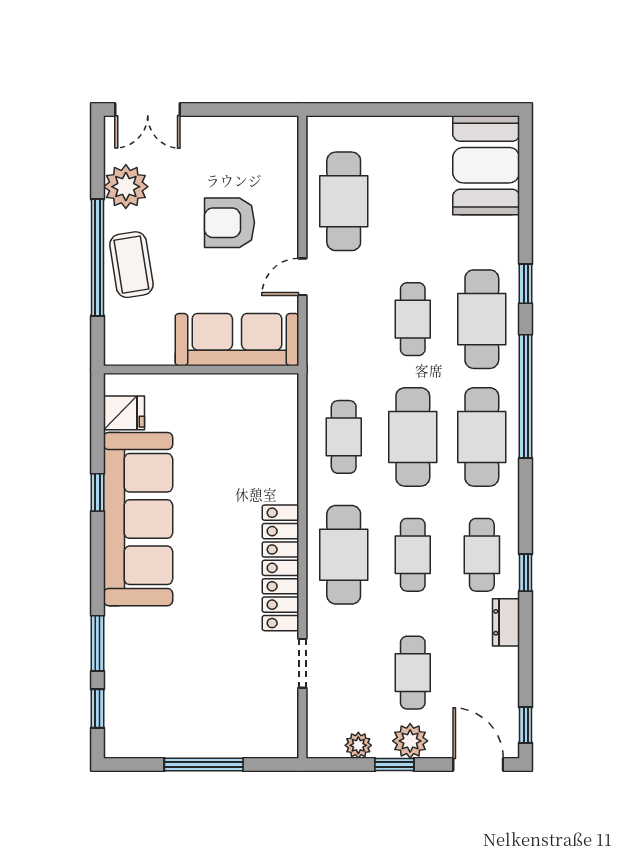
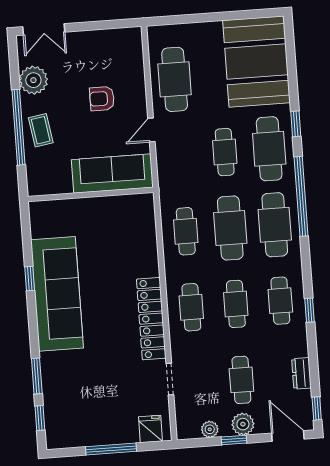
booth: (486, 165) -> (256, 62), width x1.36, depth x1.42
armchair: (229, 223) -> (102, 99), width x0.72, depth x0.72
coffee table: (131, 265) -> (41, 130), width x0.73, depth x0.77
fridge: (124, 413) -> (151, 429), moved, turned -90
cafe table: (344, 555) -> (191, 307), width x0.73, depth x0.74
dresser: (506, 622) -> (301, 373), moved

